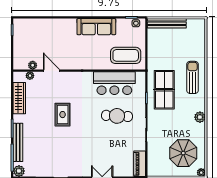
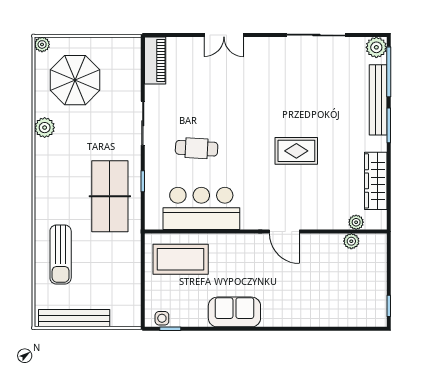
bench: (167, 23) -> (74, 318), moved
sofa: (96, 27) -> (234, 312), width x0.73
door: (52, 71) -> (284, 232), moved
sun lounger: (192, 77) -> (61, 254), moved
rug: (63, 115) -> (296, 151), turned 90
cafe table: (117, 116) -> (197, 148), width x0.73, depth x0.74
plant: (200, 117) -> (45, 128), moved

